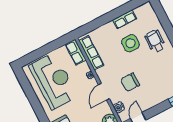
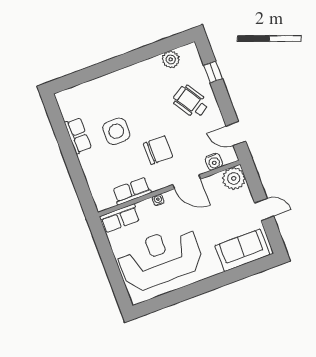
wheelchair: (155, 41) -> (191, 102), moved, turned 57
row of seats: (91, 53) -> (132, 191), width x0.68
chair: (130, 82) -> (158, 150), moved, turned -90

